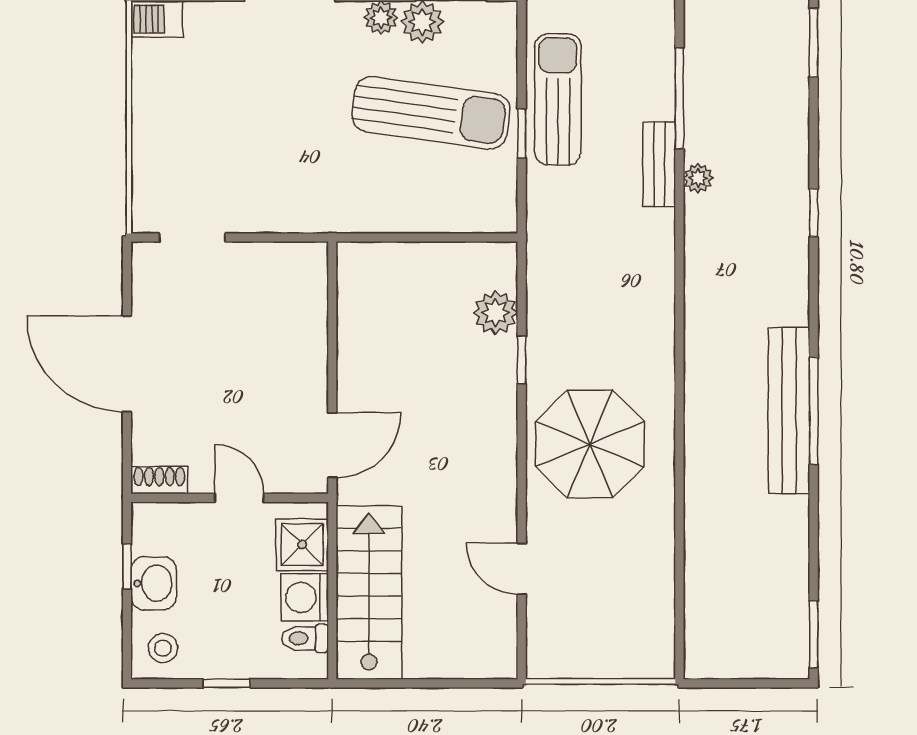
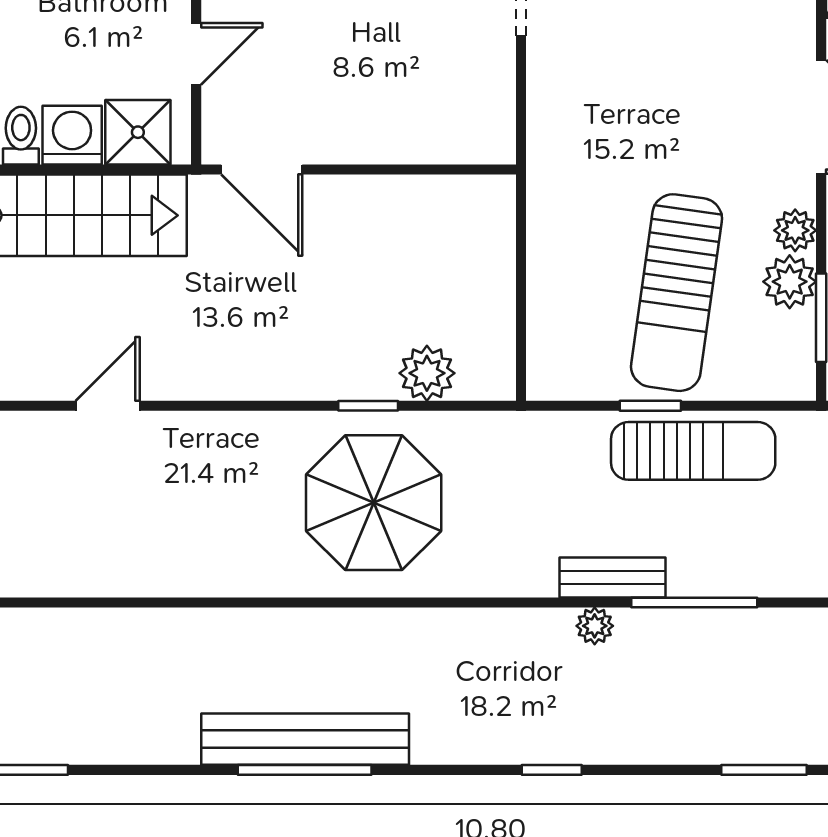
parasol: (590, 444) -> (374, 503), moved

